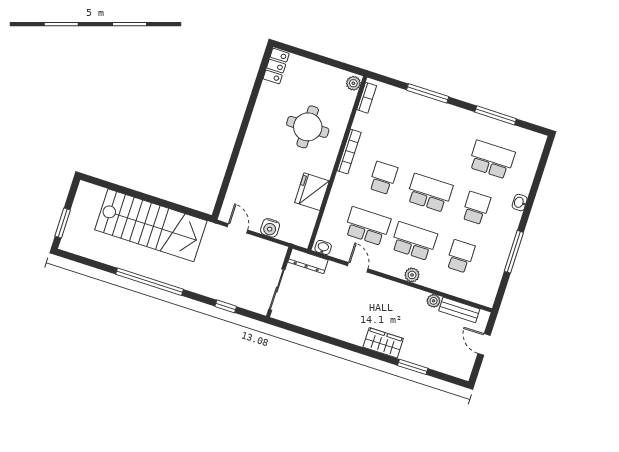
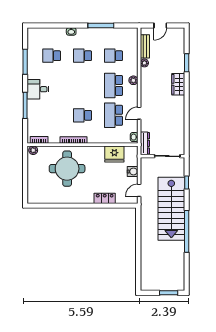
locker: (276, 66) -> (105, 198), moved
desk: (446, 121) -> (38, 89), added
round table: (308, 127) -> (67, 169), width x1.36, depth x1.36
school desk: (492, 160) -> (52, 56), width x0.54
fridge: (312, 192) -> (114, 154), moved
school desk: (430, 193) -> (83, 86), removed
stairs: (151, 225) -> (171, 209), moved, turned 180

